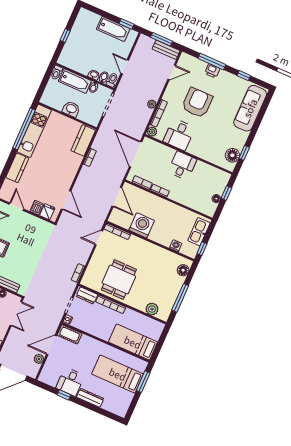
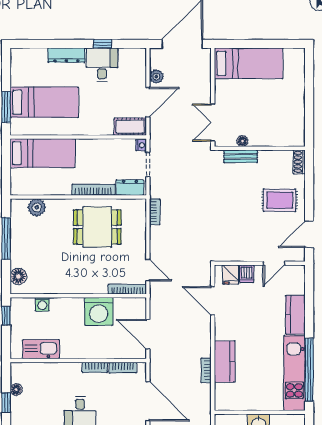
kitchen counter: (83, 140) -> (225, 362), moved
door: (16, 207) -> (274, 263), hinge flipped
kitchen sink: (199, 232) -> (41, 349), moved, turned -90
door: (99, 238) -> (148, 270), hinge flipped
dining table: (119, 280) -> (97, 227), turned 90

